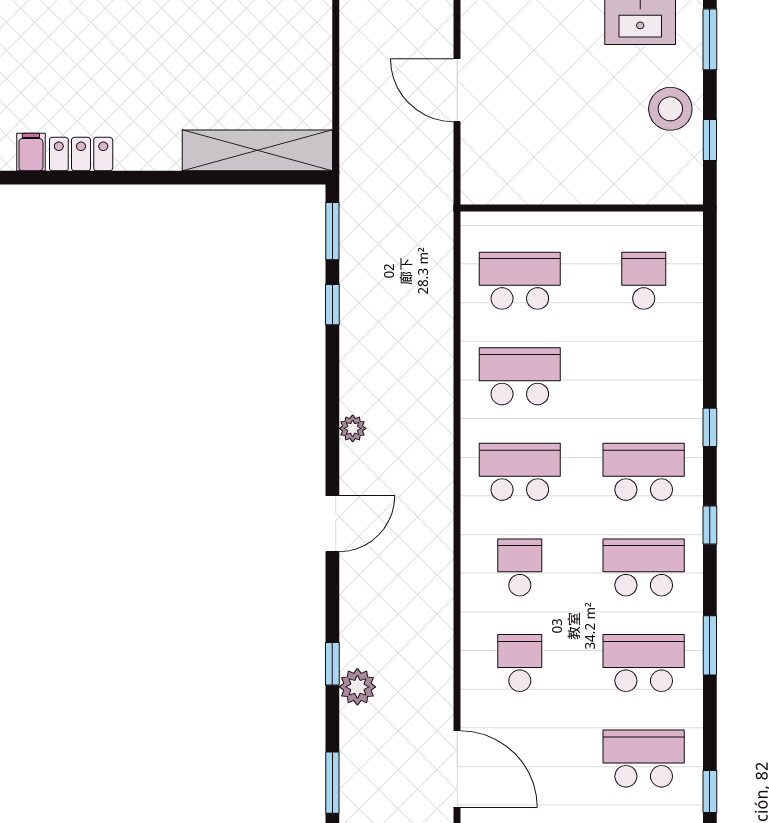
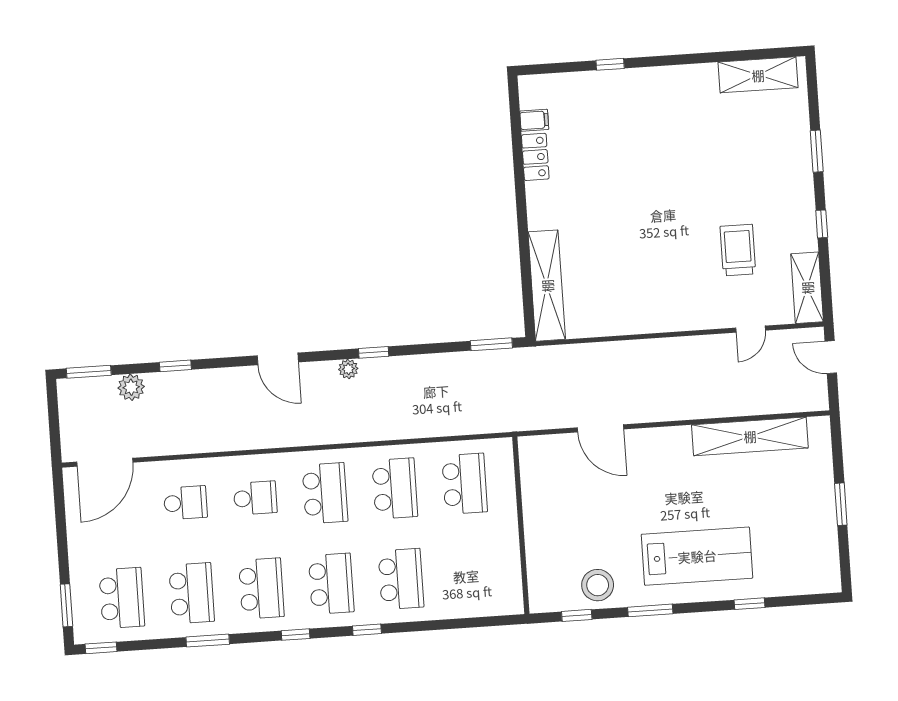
door: (457, 90) -> (600, 428), swing flipped
school desk: (644, 281) -> (401, 579), moved, width x1.85
window: (332, 305) -> (374, 352), moved
plant: (357, 687) -> (131, 387), moved

